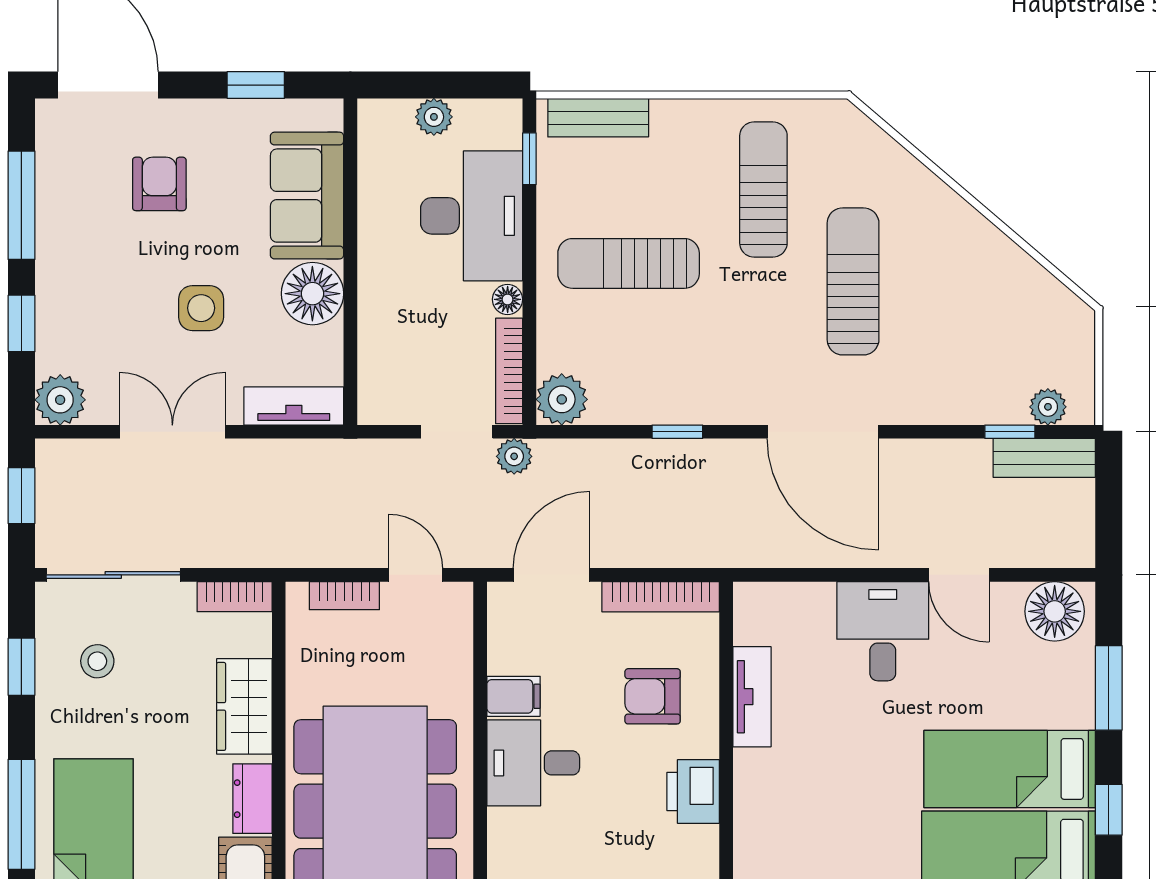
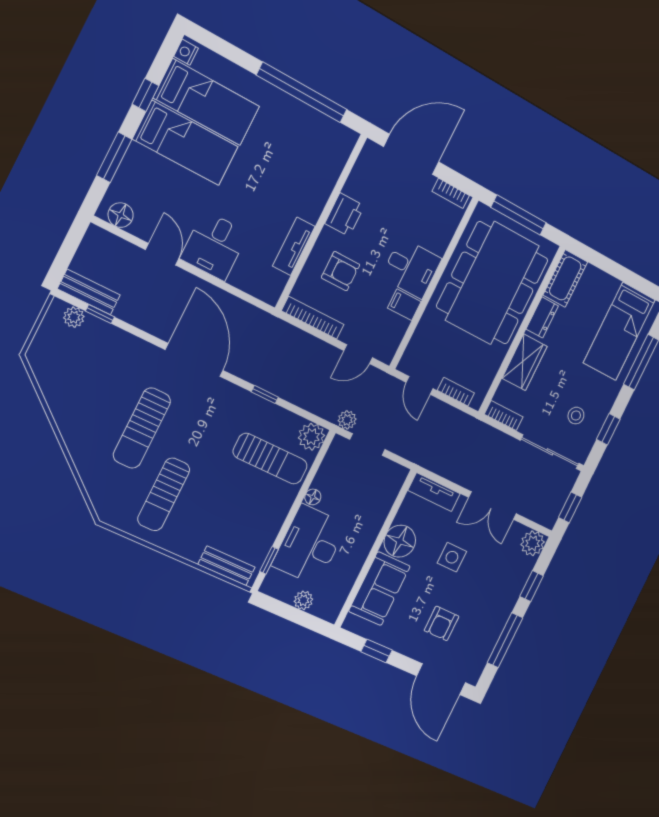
sun lounger: (629, 263) -> (270, 459), moved
bookcase: (509, 371) -> (329, 462), removed
door: (552, 575) -> (358, 354), width x0.73
floor lamp: (1055, 611) -> (121, 215), width x0.73, depth x0.73

